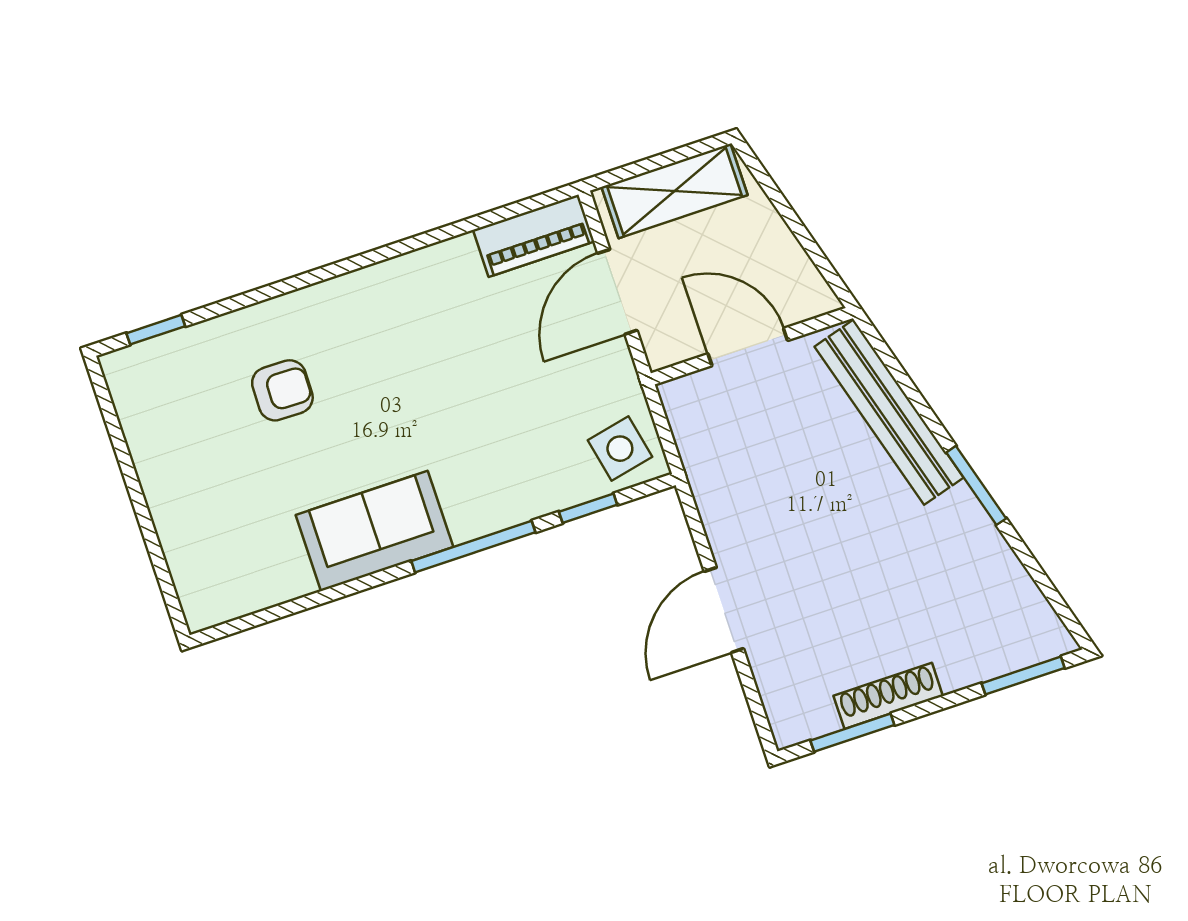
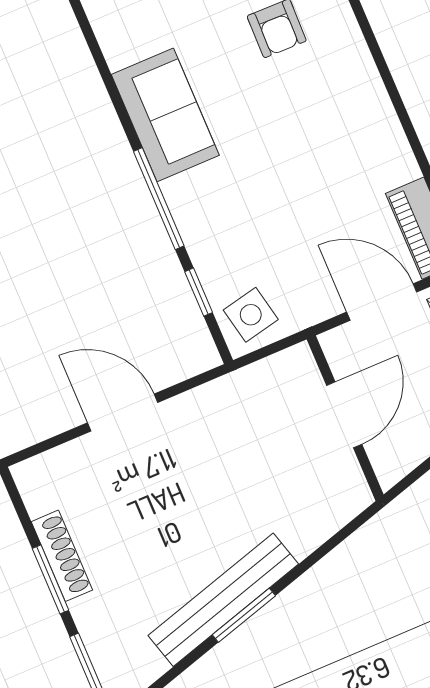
bench: (889, 412) -> (223, 600), moved
window: (852, 733) -> (50, 579), moved

